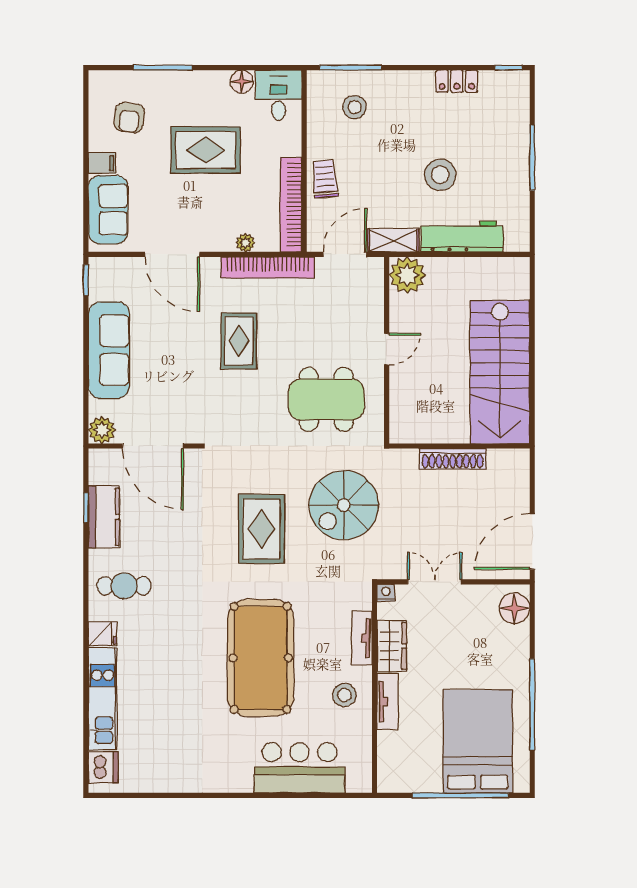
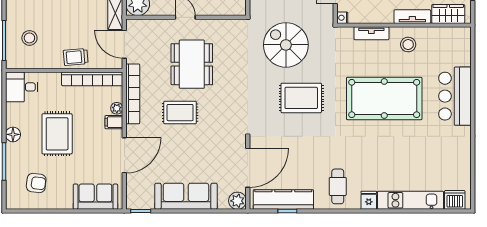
floor lamp: (242, 82) -> (13, 134), moved
filing cabinet: (102, 163) -> (114, 122), moved, turned -90
dining table: (326, 399) -> (192, 64), moved
spiral stairs: (344, 505) -> (286, 45), turned 180
kitchen counter: (104, 517) -> (283, 200), width x1.50
wardrobe: (392, 646) -> (448, 14), moved
bar counter: (299, 768) -> (455, 96), moved

